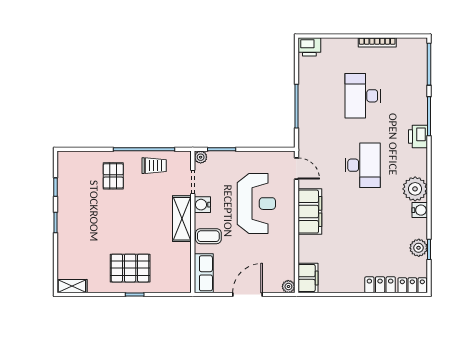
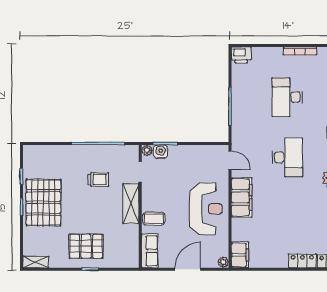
trolley: (154, 166) -> (98, 179), moved
pallet: (113, 176) -> (44, 202), moved, width x2.05, depth x2.00
reception desk: (256, 204) -> (206, 209), moved
water cooler: (202, 205) -> (161, 152), moved, turned 90

